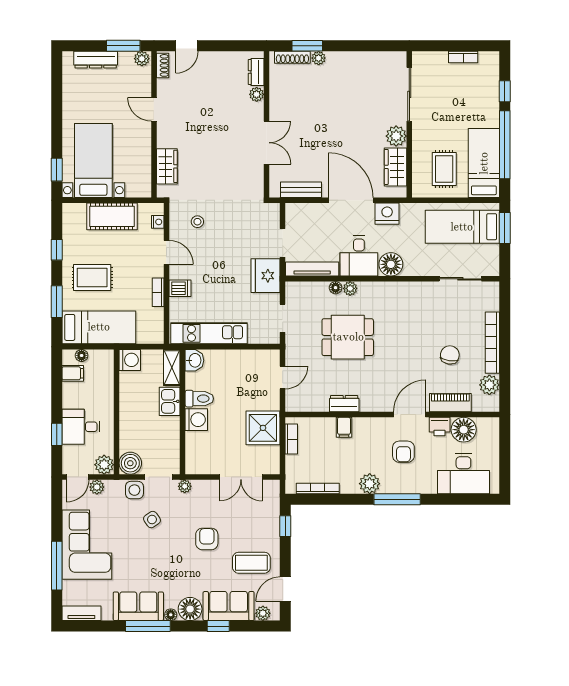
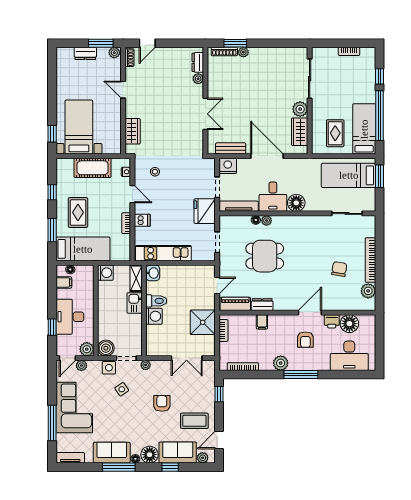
dresser: (96, 60) -> (85, 53), width x0.70
nightstand: (387, 214) -> (228, 166), moved
rug: (92, 278) -> (78, 212), turned 90
piano: (450, 403) -> (235, 304), moved
desk: (81, 427) -> (70, 317), width x1.37

